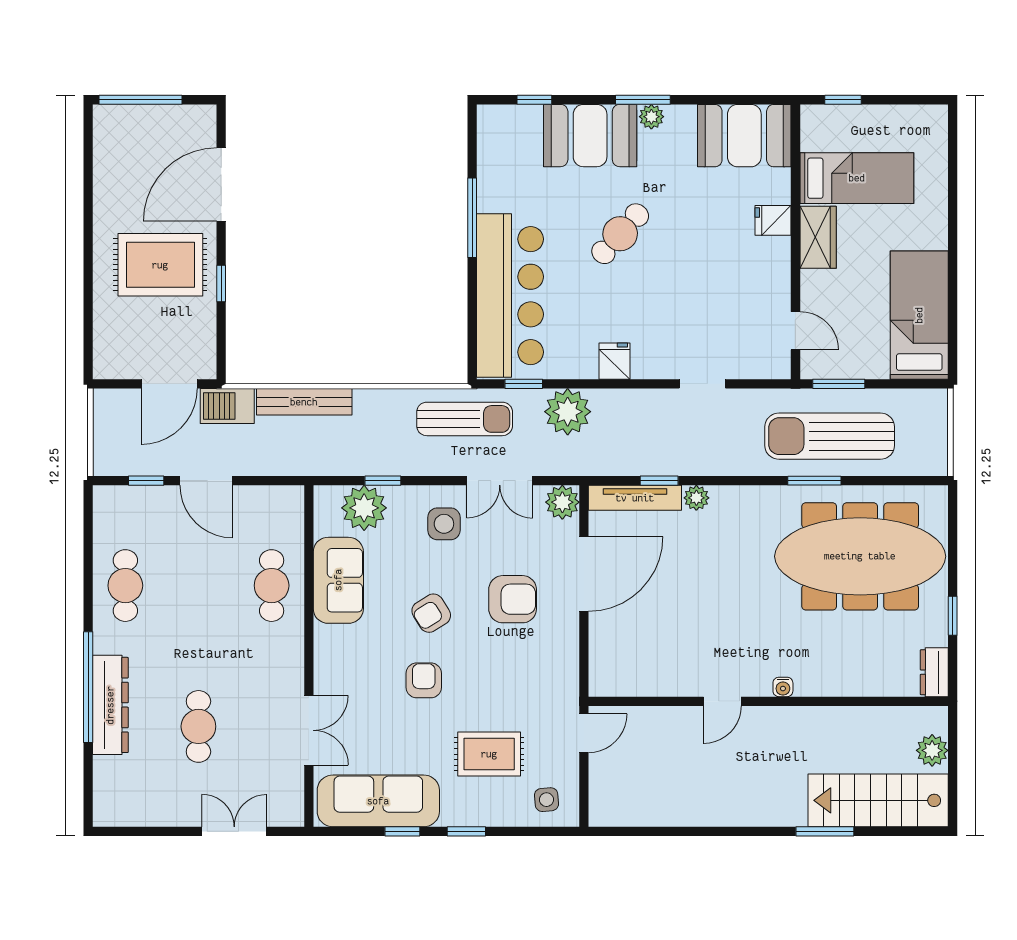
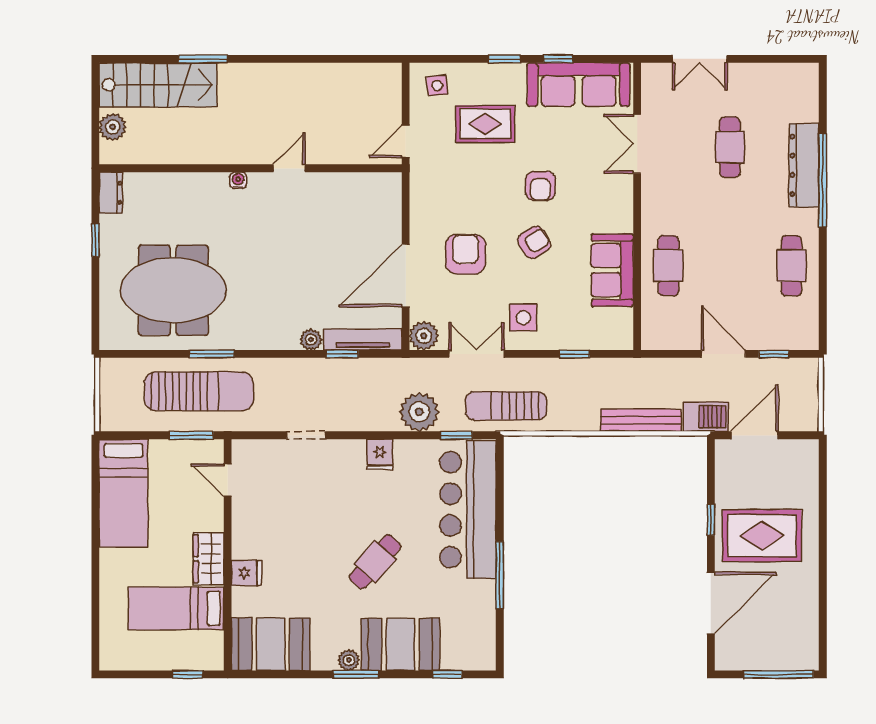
plant: (364, 508) -> (591, 331), removed
meeting table: (860, 556) -> (173, 290), width x0.73
armchair: (513, 599) -> (466, 254), turned 90

